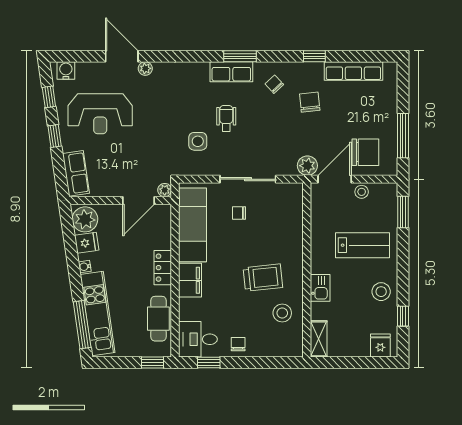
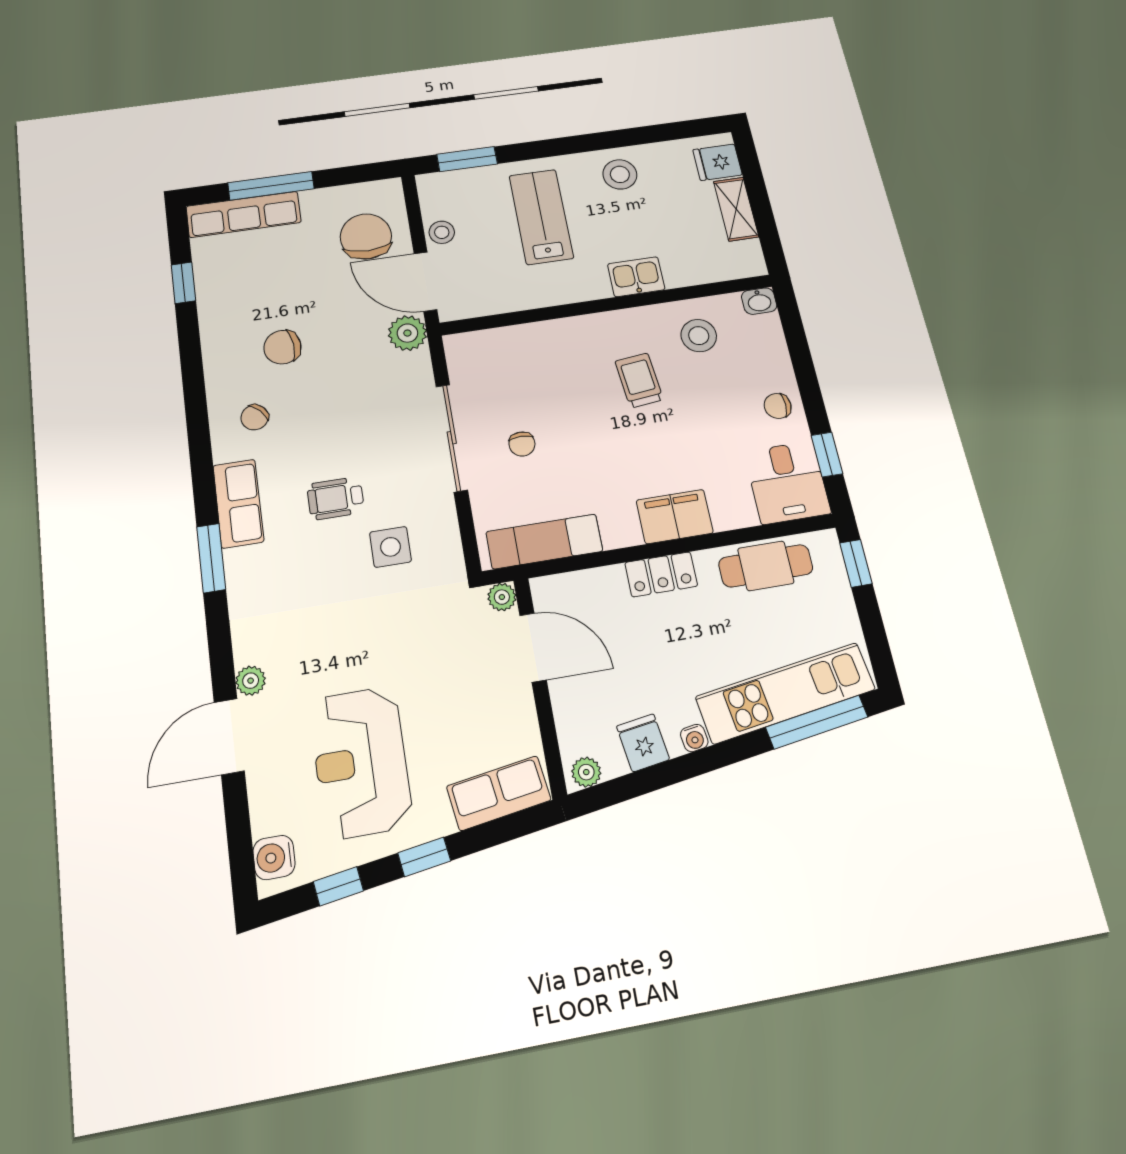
window: (240, 56) -> (211, 558), moved
window: (314, 56) -> (183, 283), moved
row of seats: (353, 71) -> (244, 214), moved, turned 90
reception desk: (100, 114) -> (361, 762), turned 180
window: (403, 136) -> (271, 186), moved
plant: (85, 219) -> (586, 772), width x0.53, depth x0.53
exam couch: (192, 225) -> (544, 542), width x0.73, depth x0.69
trolley: (263, 278) -> (639, 380), width x0.73, depth x0.72
window: (403, 316) -> (656, 134), removed
shelving: (319, 339) -> (736, 209), moved, turned 90
washbasin: (296, 349) -> (759, 301), added

